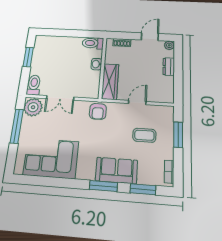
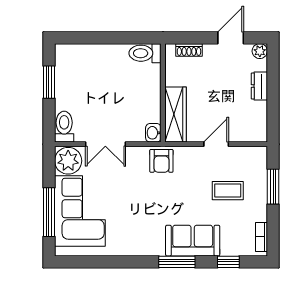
washbasin: (96, 64) -> (153, 133), moved
window: (17, 126) -> (49, 212), moved
corner sofa: (51, 158) -> (80, 211), moved, turned 90
window: (143, 189) -> (228, 262), width x0.67

